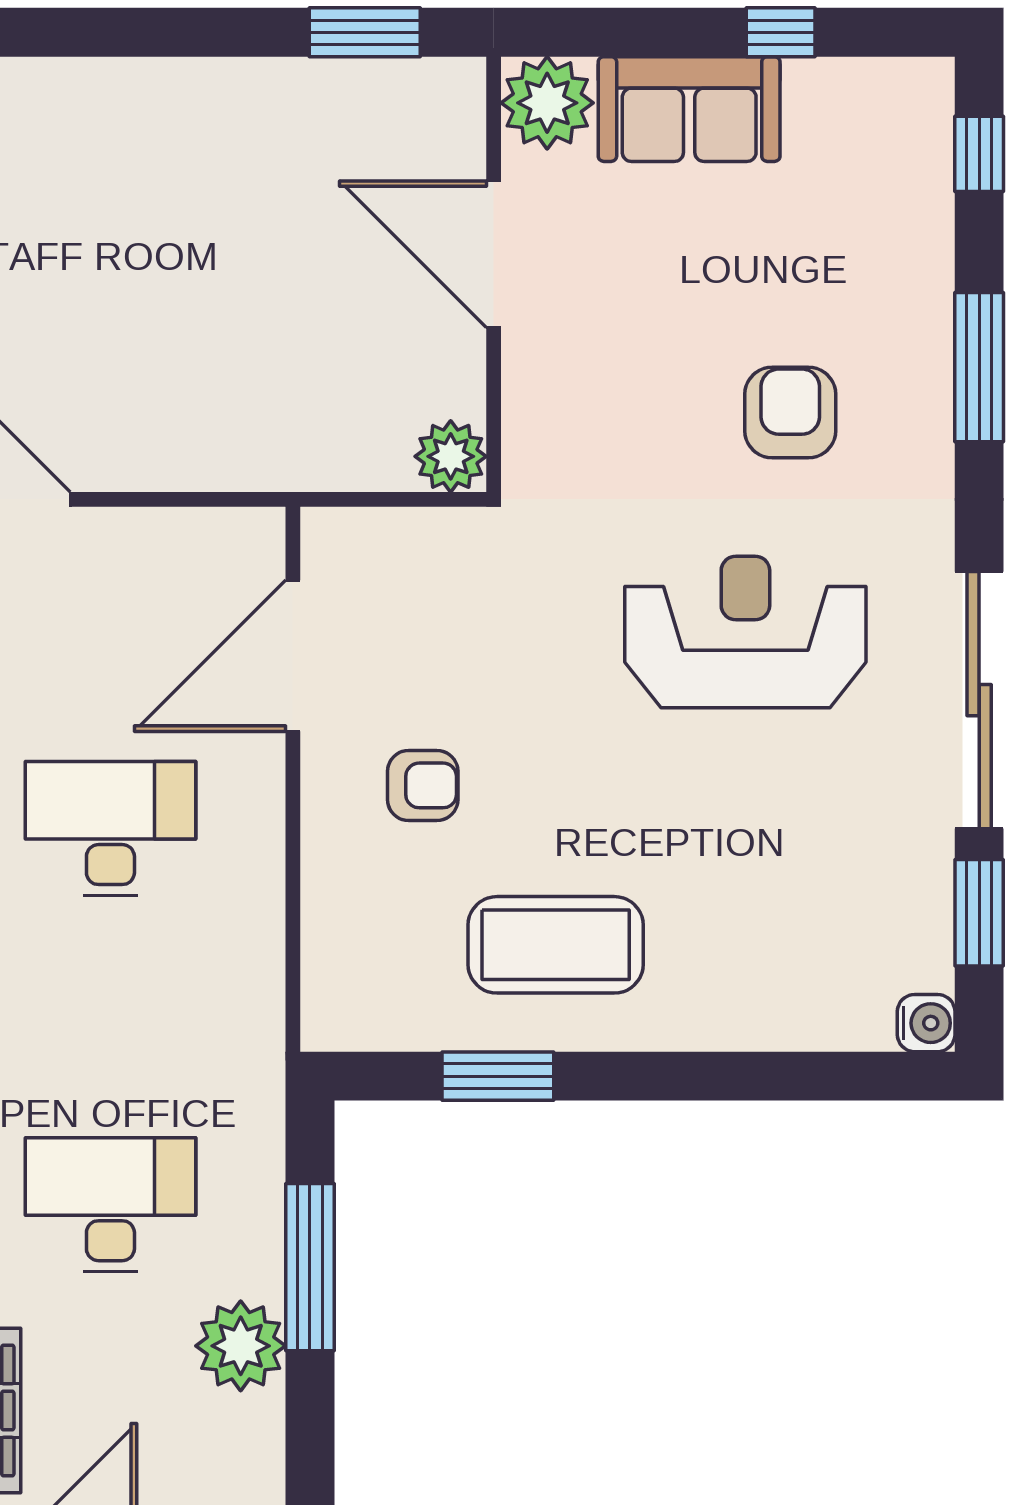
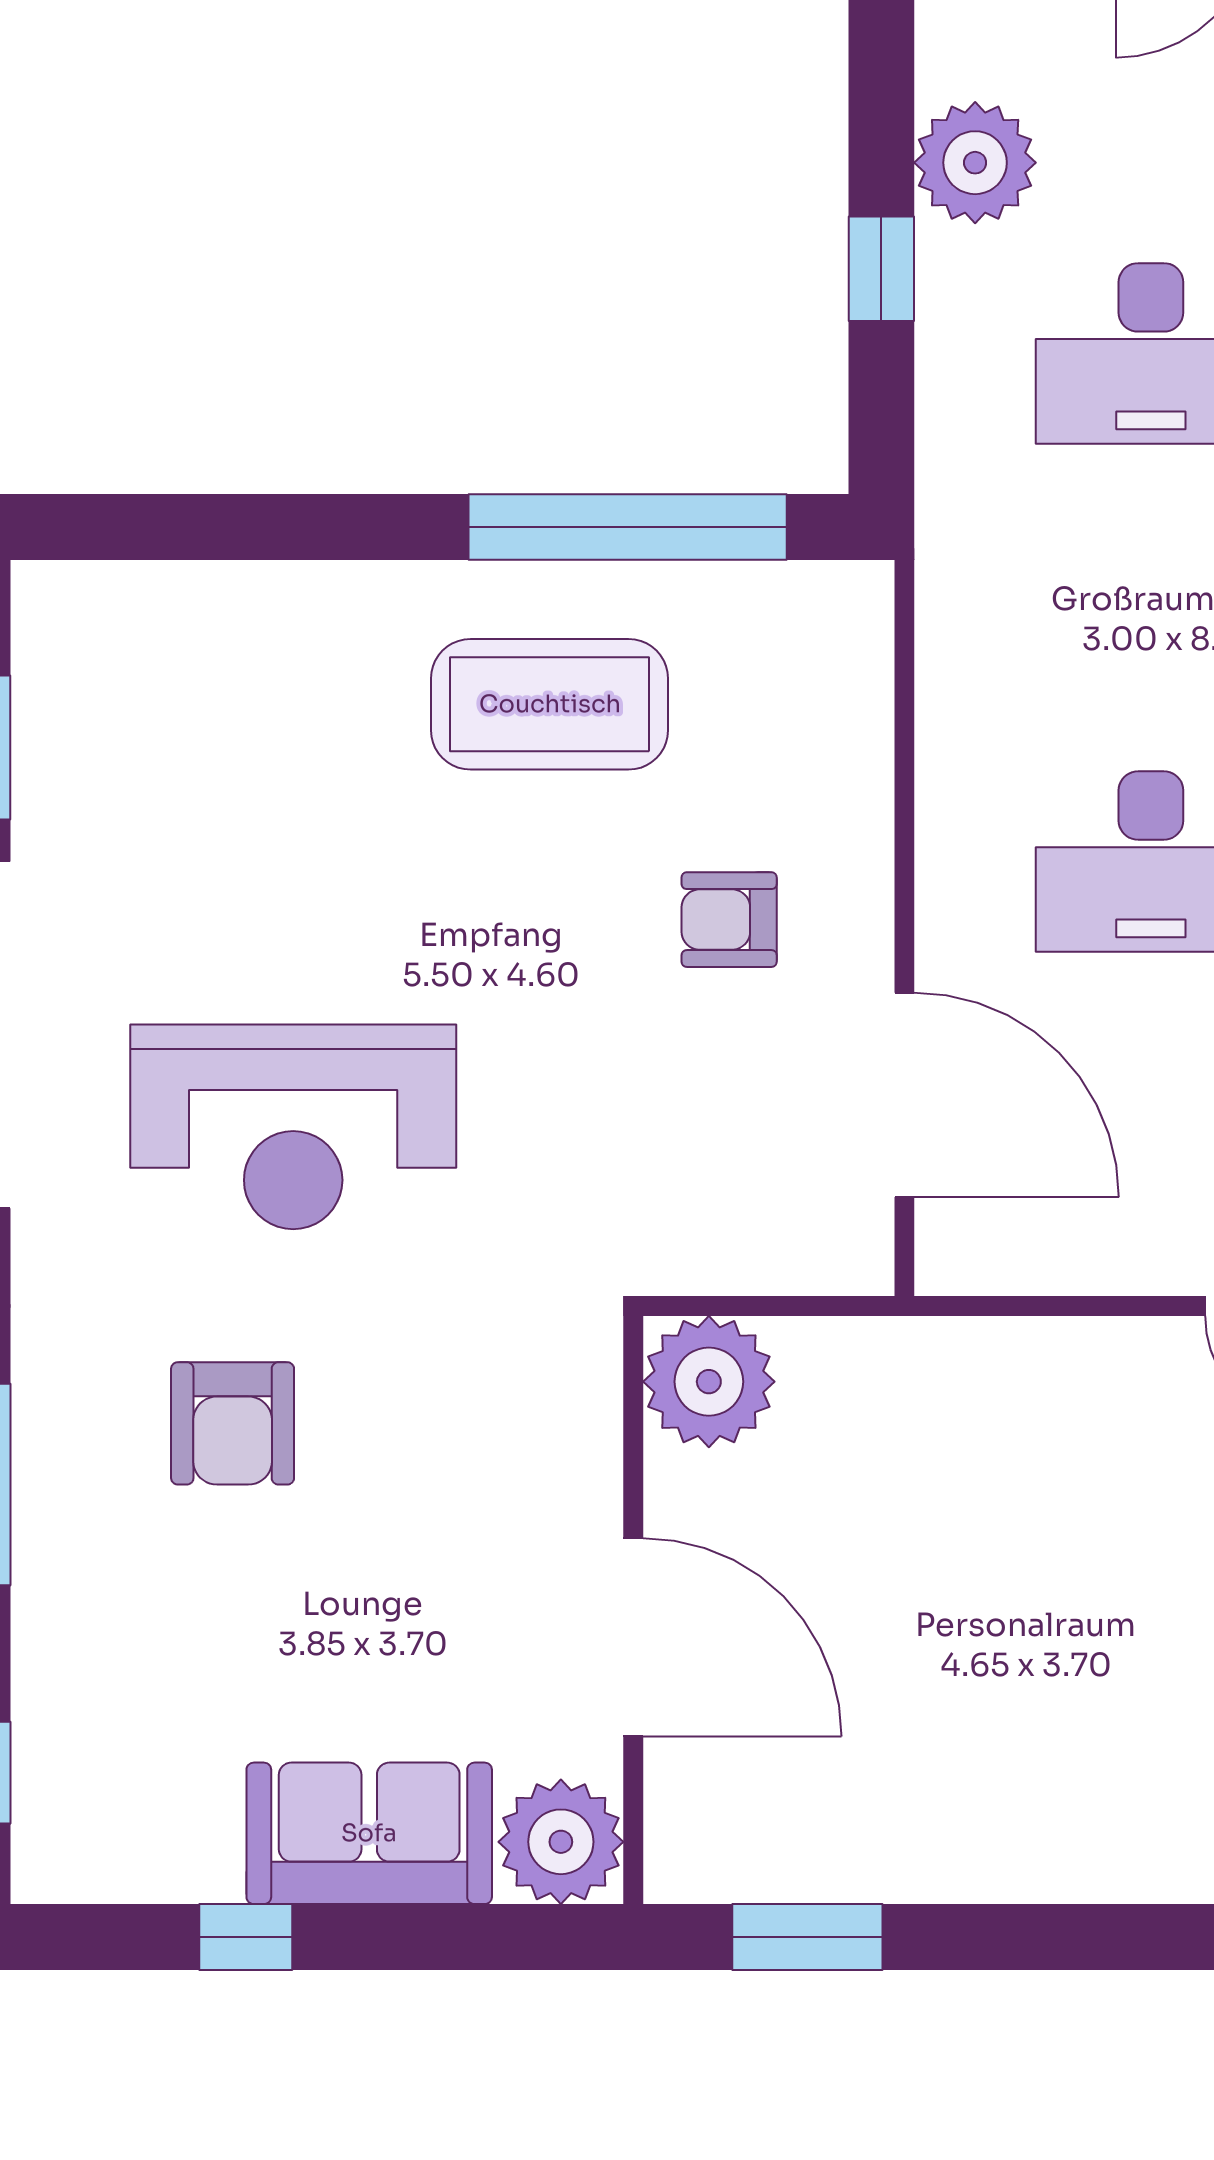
plant: (451, 456) -> (709, 1382), width x1.36, depth x1.36
door: (293, 656) -> (904, 1095), hinge flipped
water cooler: (926, 1023) -> (49, 599), removed
window: (498, 1076) -> (628, 527), width x2.11
window: (310, 1267) -> (881, 269), width x0.46

